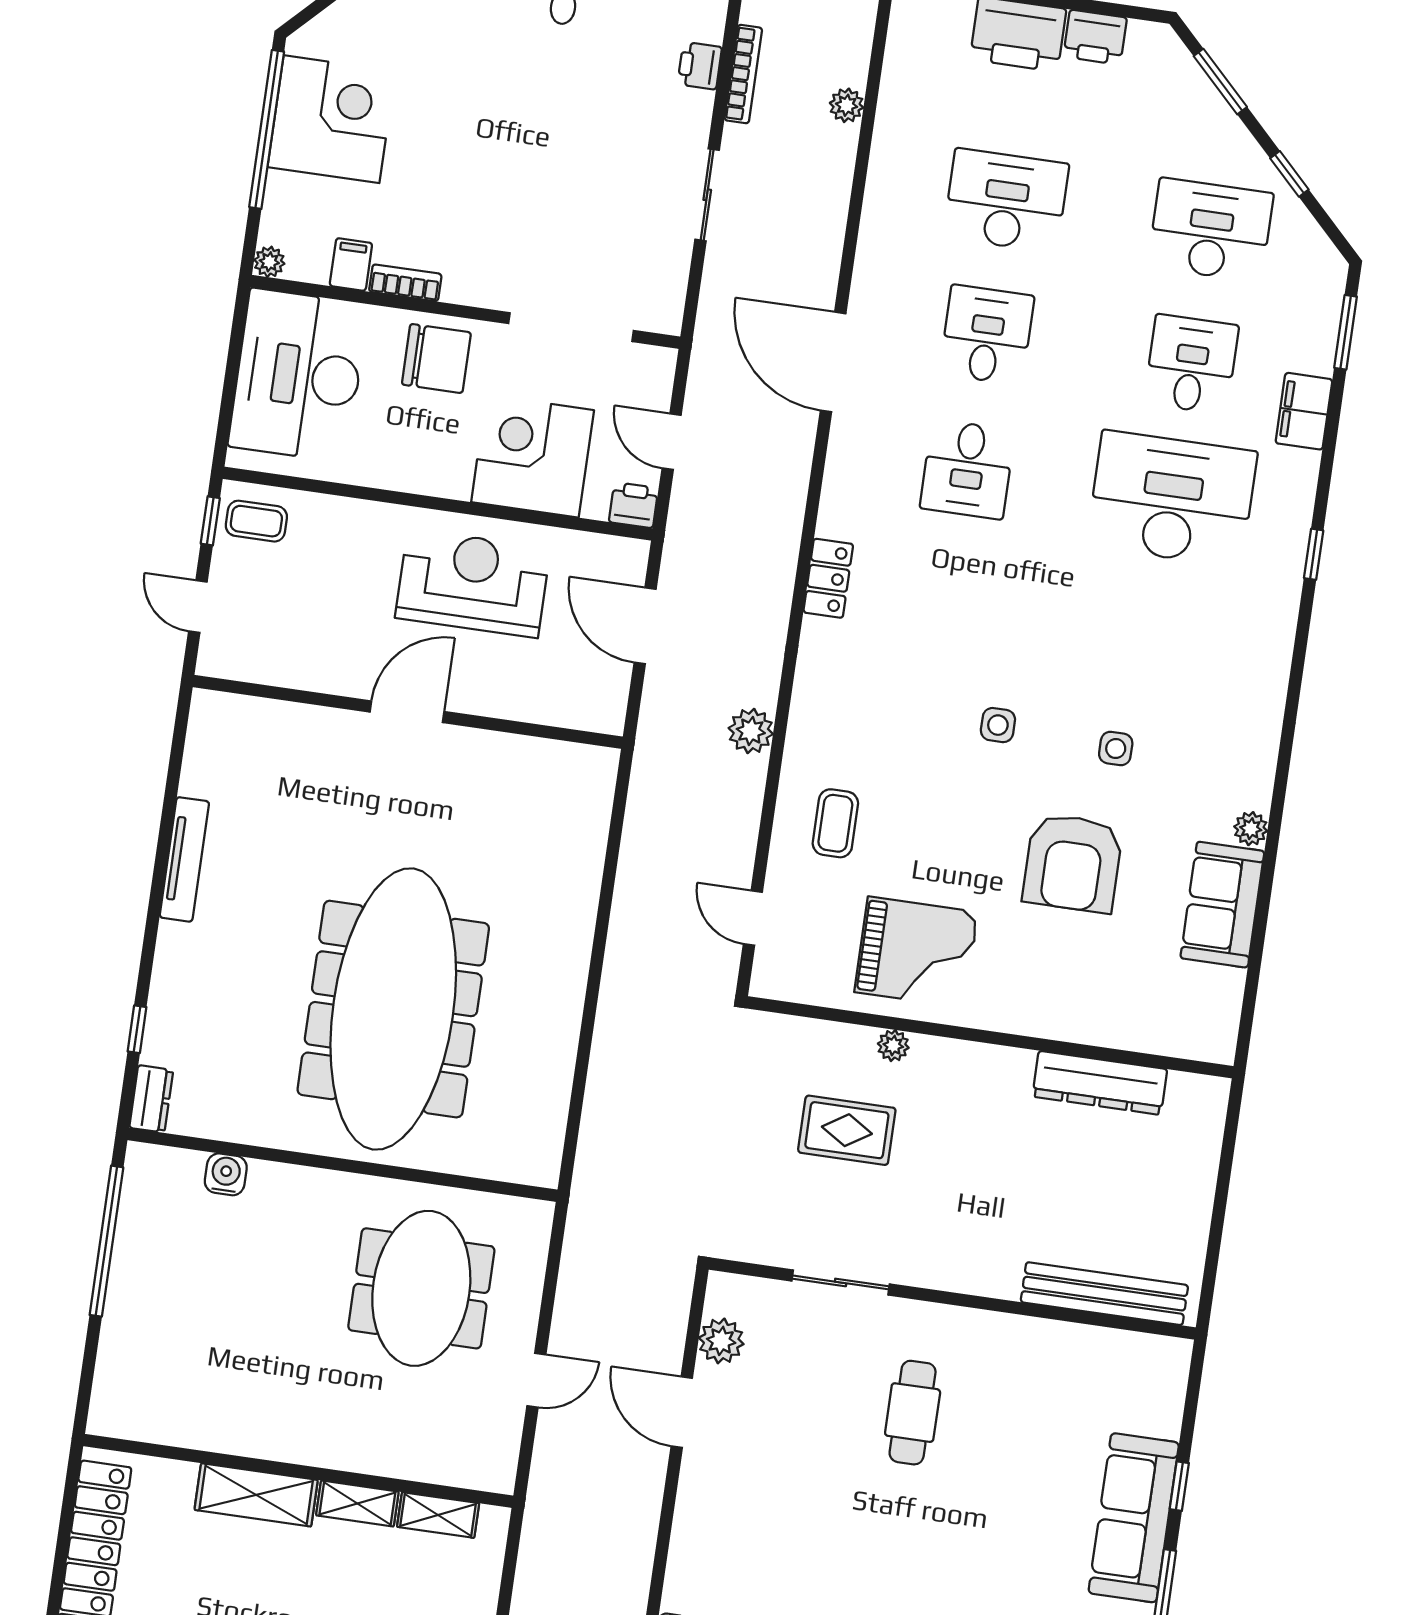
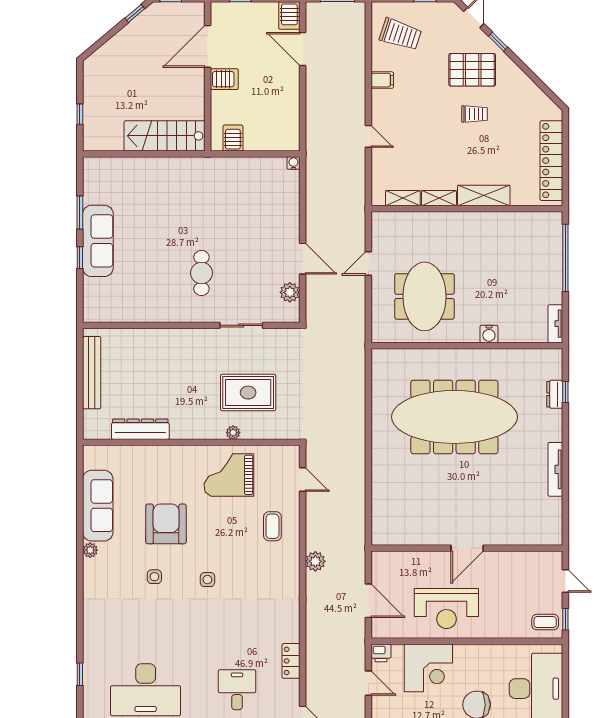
locker: (828, 578) -> (291, 661), moved
sofa: (1222, 905) -> (98, 506), width x1.36
meeting table: (393, 1009) -> (454, 417), turned 90
dresser: (151, 1099) -> (555, 394), moved
rug: (847, 1130) -> (248, 393), width x1.36, depth x1.43
water cooler: (226, 1174) -> (489, 334), moved
tv unit: (137, 1185) -> (555, 324), added
window: (106, 1241) -> (565, 258), moved
bench: (1104, 1294) -> (92, 373), moved, turned 90

